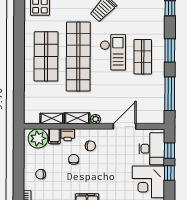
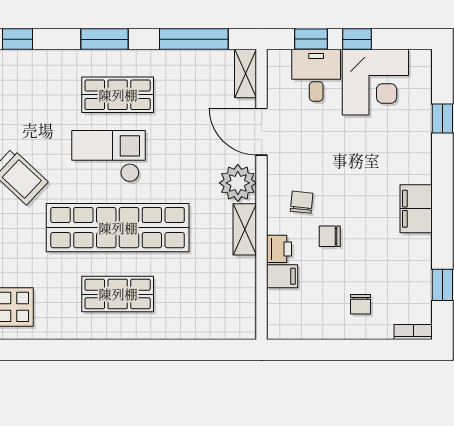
shop shelf: (46, 56) -> (118, 294), width x0.70, depth x0.74
shelving: (52, 118) -> (245, 74), moved
plant: (95, 119) -> (238, 183), width x1.88, depth x1.88
plant: (38, 138) -> (287, 310), removed
desk: (152, 149) -> (316, 75), width x0.73

